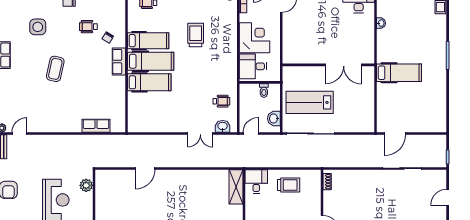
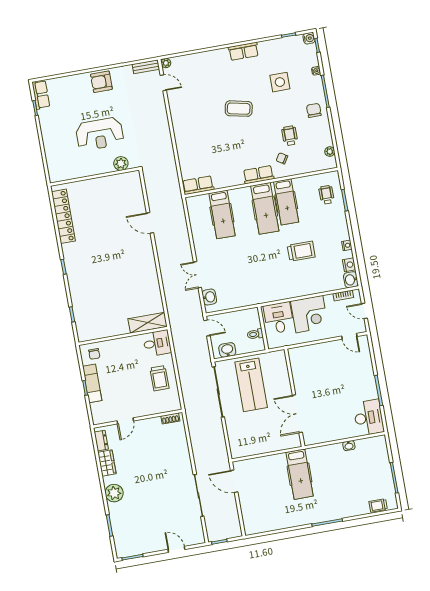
hospital bed: (149, 82) -> (222, 214), moved
wheelchair: (221, 101) -> (236, 291), removed
lab bench: (310, 102) -> (251, 385), turned 180
row of seats: (96, 126) -> (198, 185), moved, turned -90

